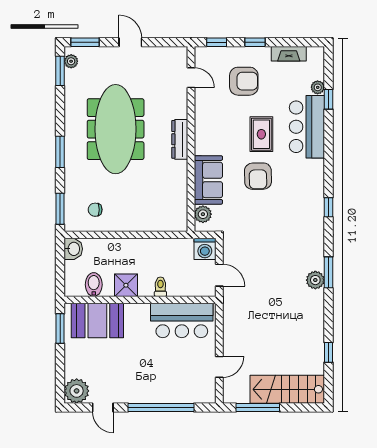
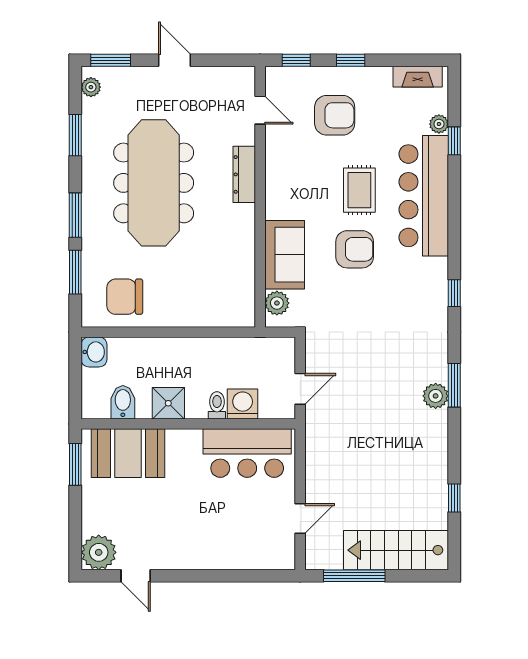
fireplace: (289, 54) -> (418, 77), moved
window: (60, 71) -> (75, 135), moved
bar counter: (307, 127) -> (424, 196), width x1.36
dresser: (180, 139) -> (244, 174), moved
armchair: (258, 176) -> (355, 249), turned -89
window: (60, 209) -> (75, 272), moved
chair: (95, 210) -> (125, 297), width x1.87, depth x1.87
washing machine: (205, 249) -> (243, 404), moved, turned 180
door: (219, 275) -> (300, 389), hinge flipped
window: (161, 407) -> (218, 576), removed

